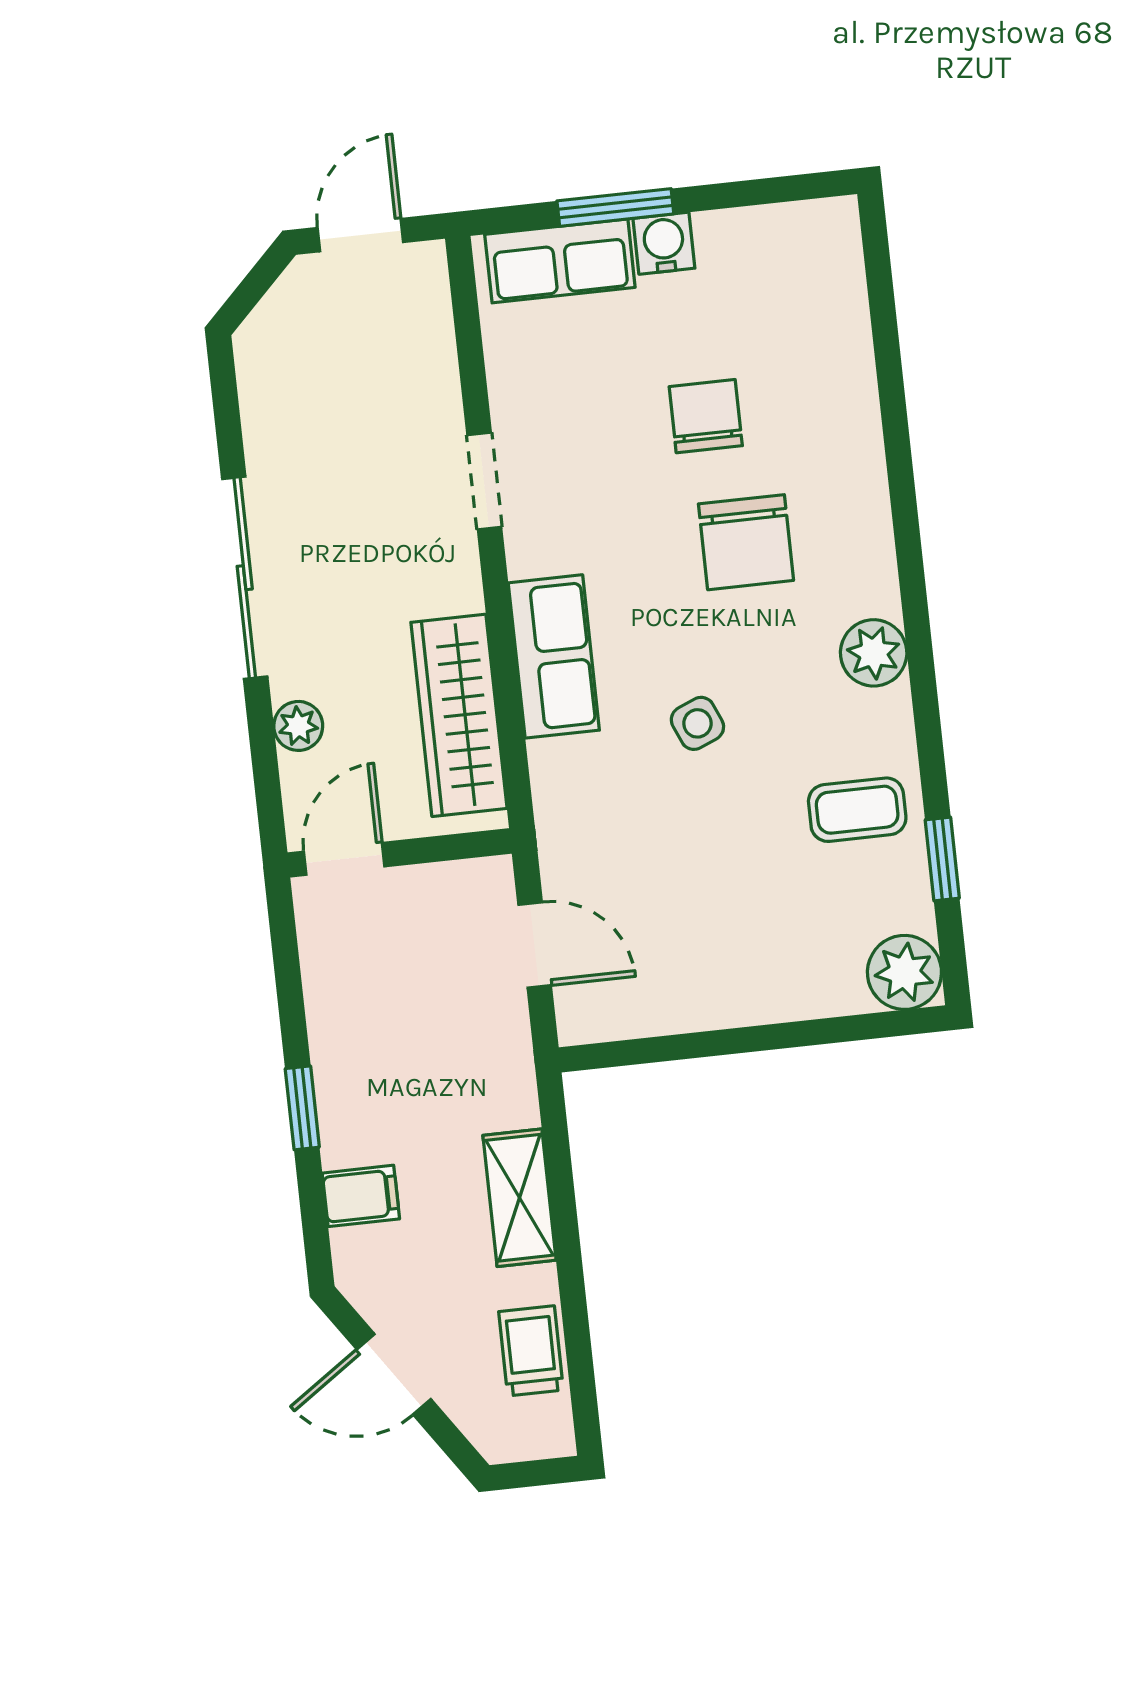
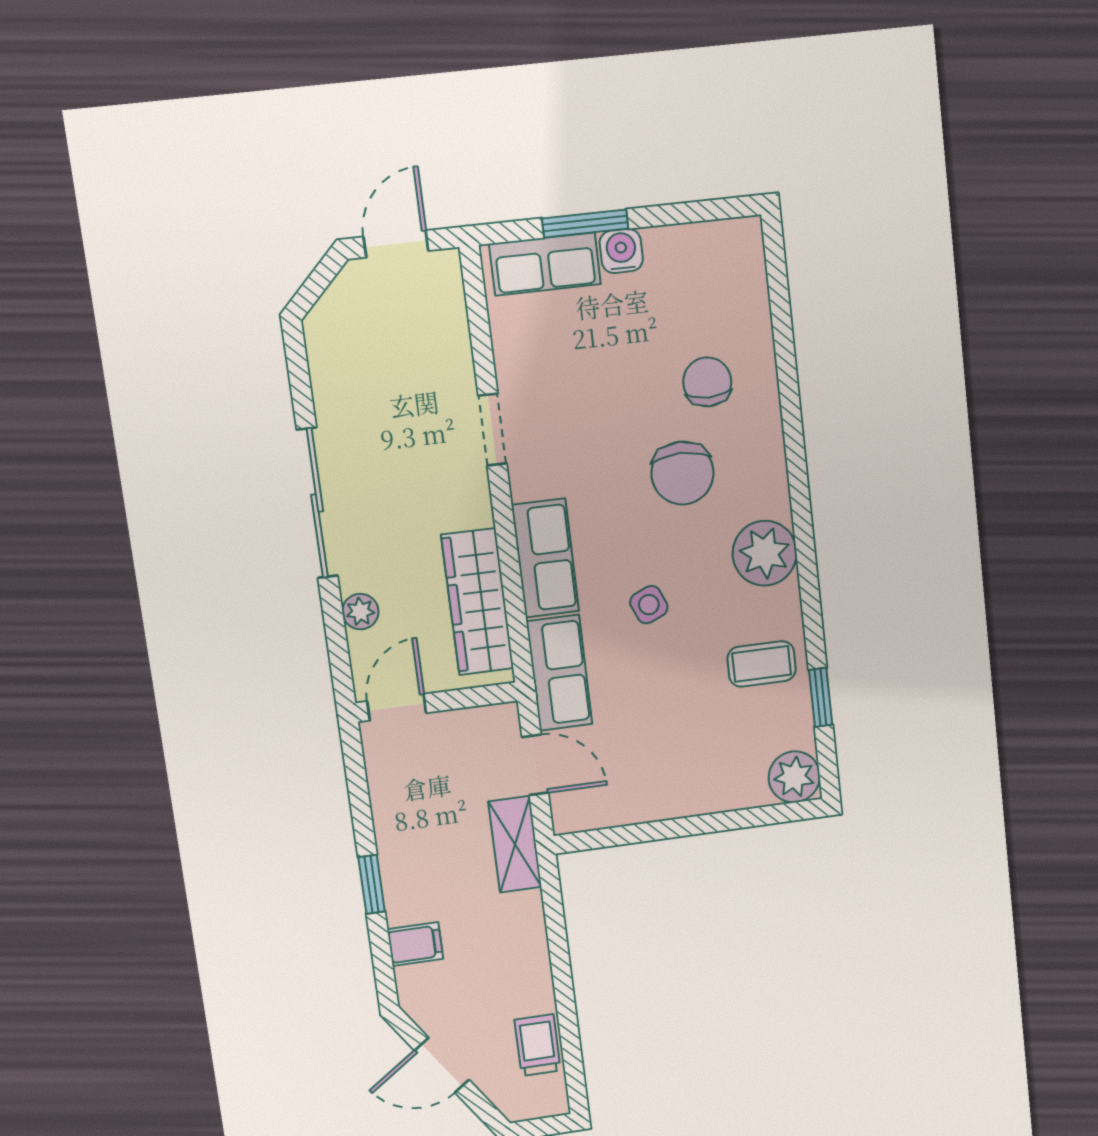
chair: (706, 416) -> (707, 382), moved
plant: (874, 653) -> (765, 553), width x1.36, depth x1.36
row of seats: (571, 816) -> (559, 673), added
shelving: (519, 1198) -> (515, 844), moved

